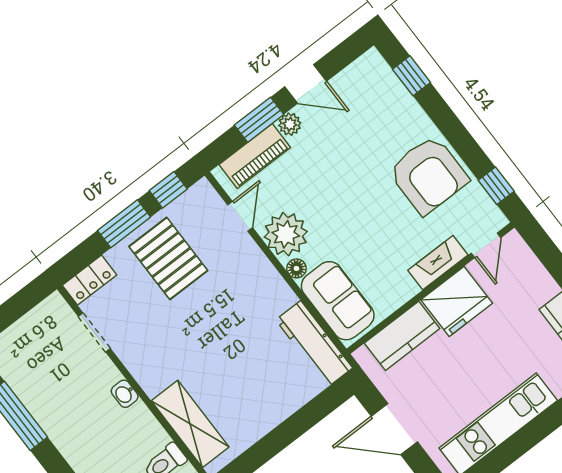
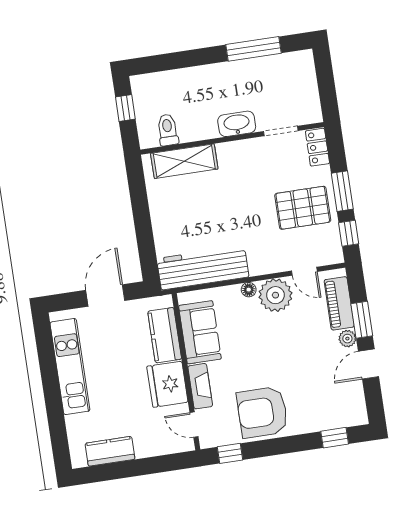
sofa: (338, 301) -> (200, 332), moved, turned -90
workbench: (314, 344) -> (203, 268), width x1.36, depth x1.32
washbasin: (125, 394) -> (237, 124), width x1.91, depth x1.45

